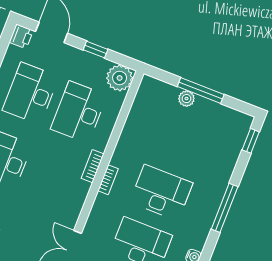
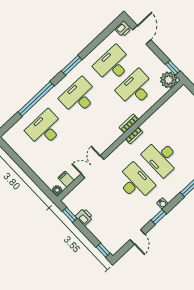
window: (96, 50) -> (173, 68), moved
desk: (161, 193) -> (161, 158), turned 180

